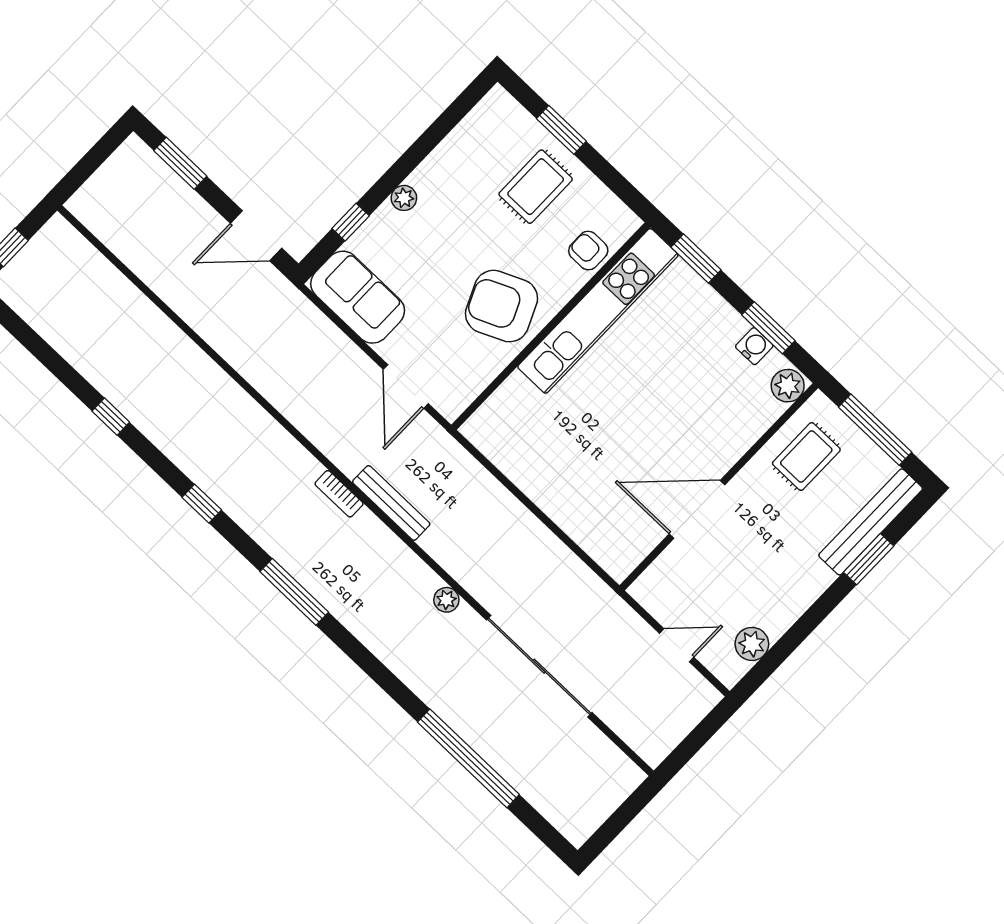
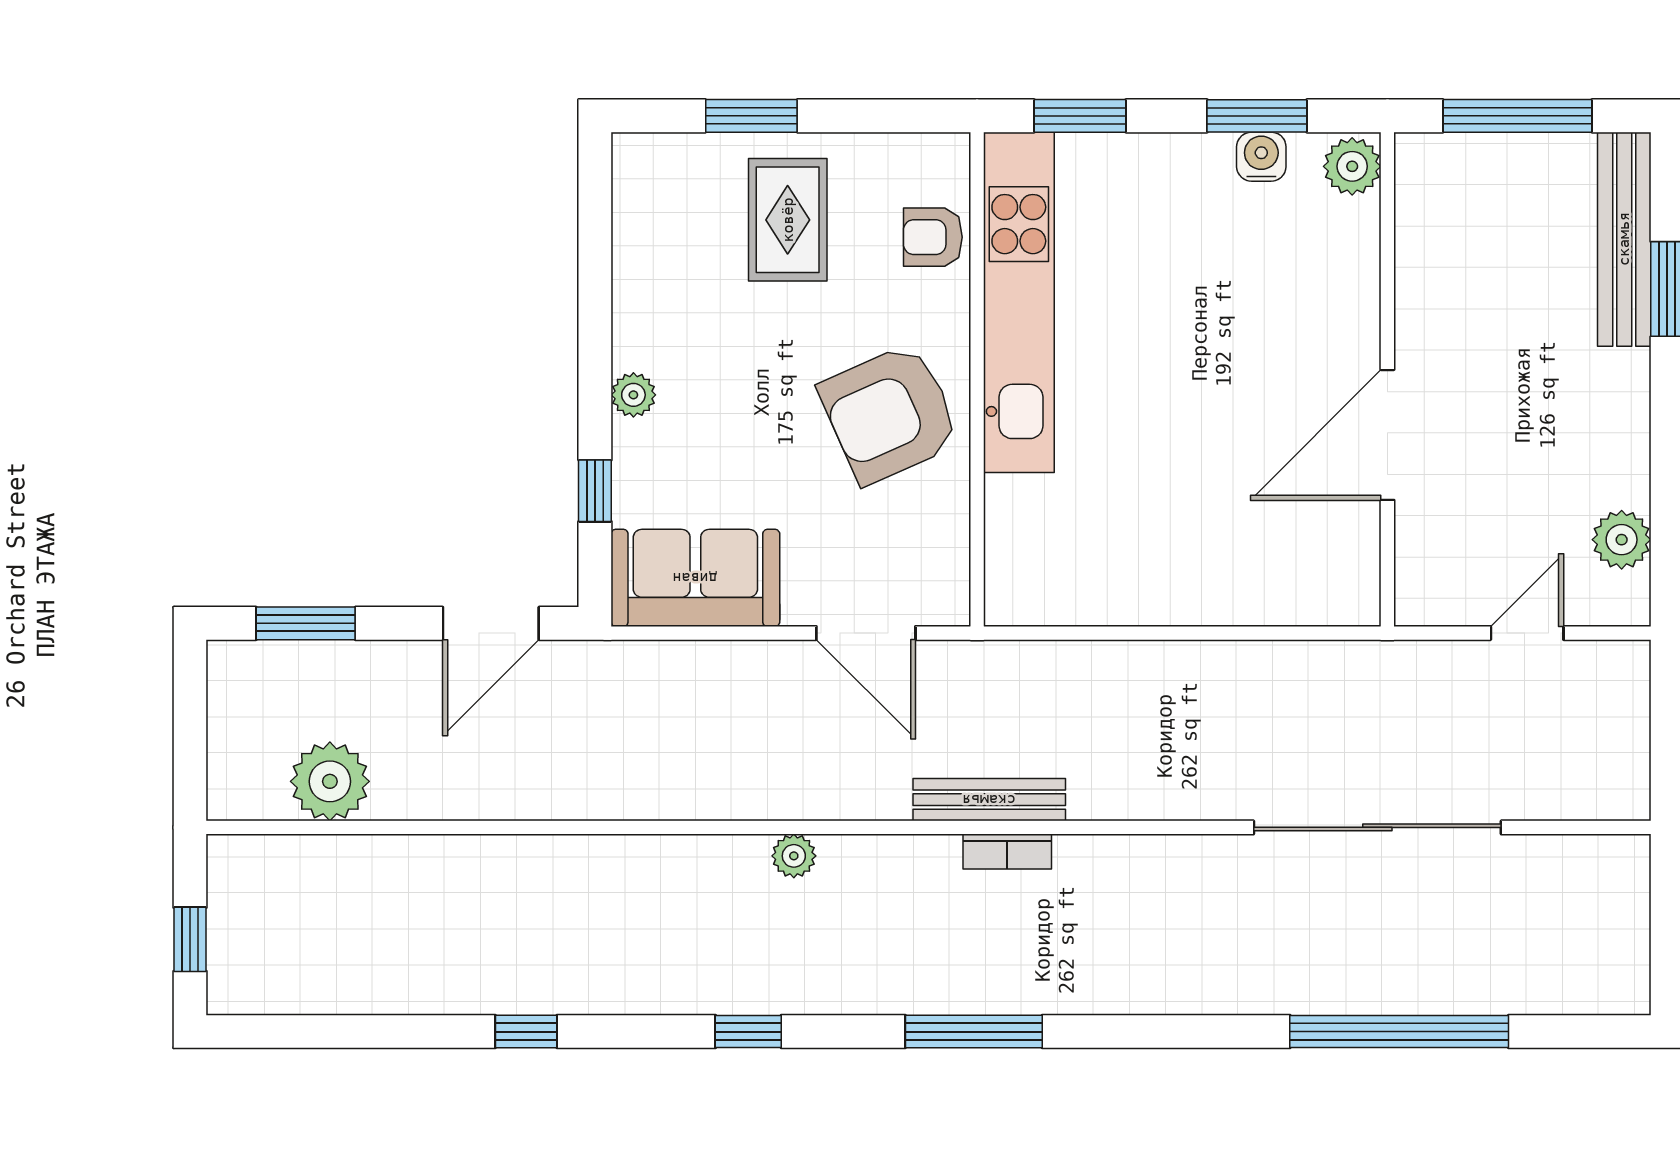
plant: (128, 237) -> (330, 781), added
rug: (806, 456) -> (1462, 234), removed
bookcase: (339, 494) -> (1007, 852), moved
plant: (446, 600) -> (794, 856), moved

